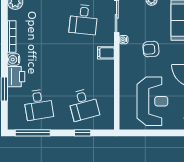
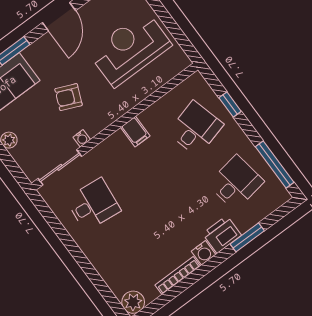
armchair: (151, 49) -> (69, 97), turned 118
filing cabinet: (106, 53) -> (135, 132), moved

